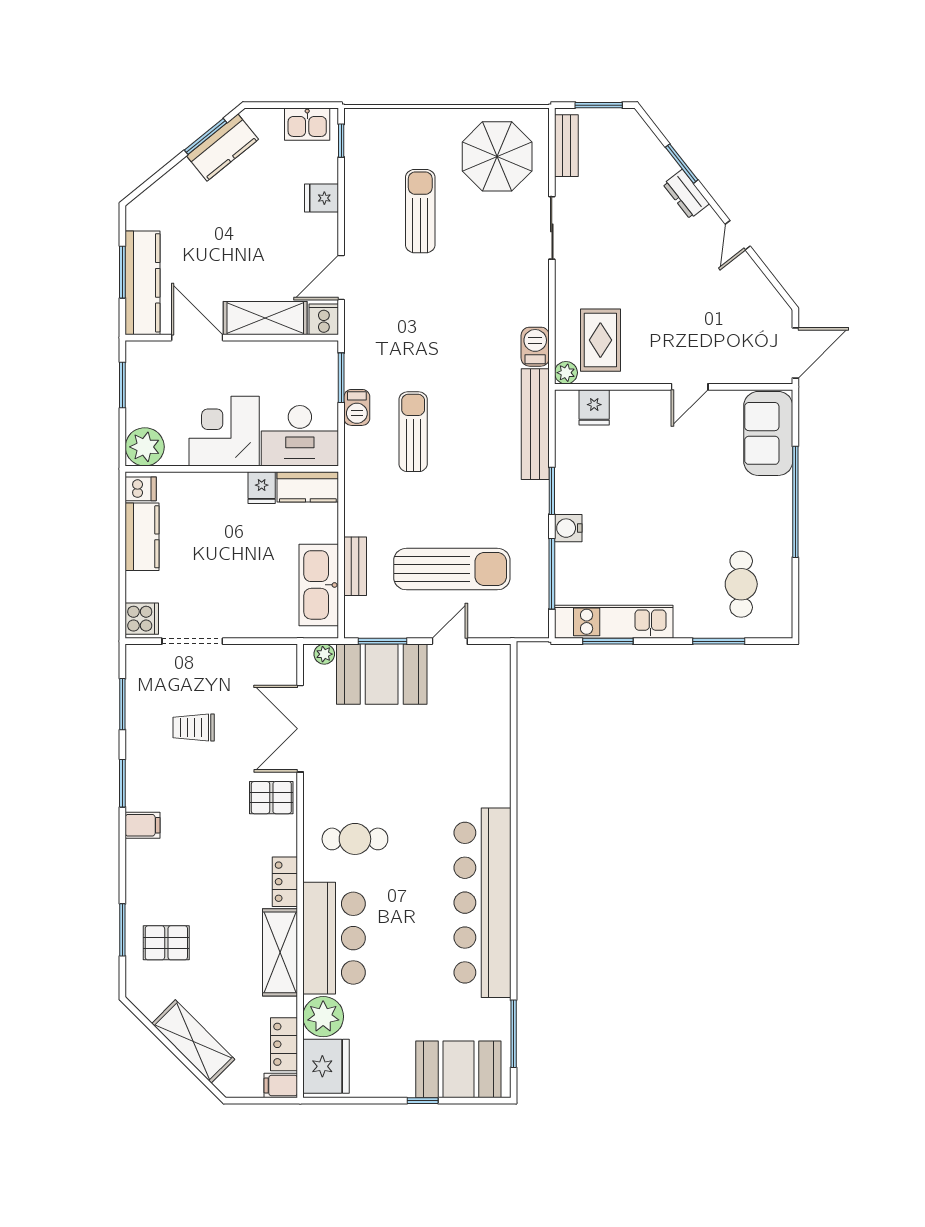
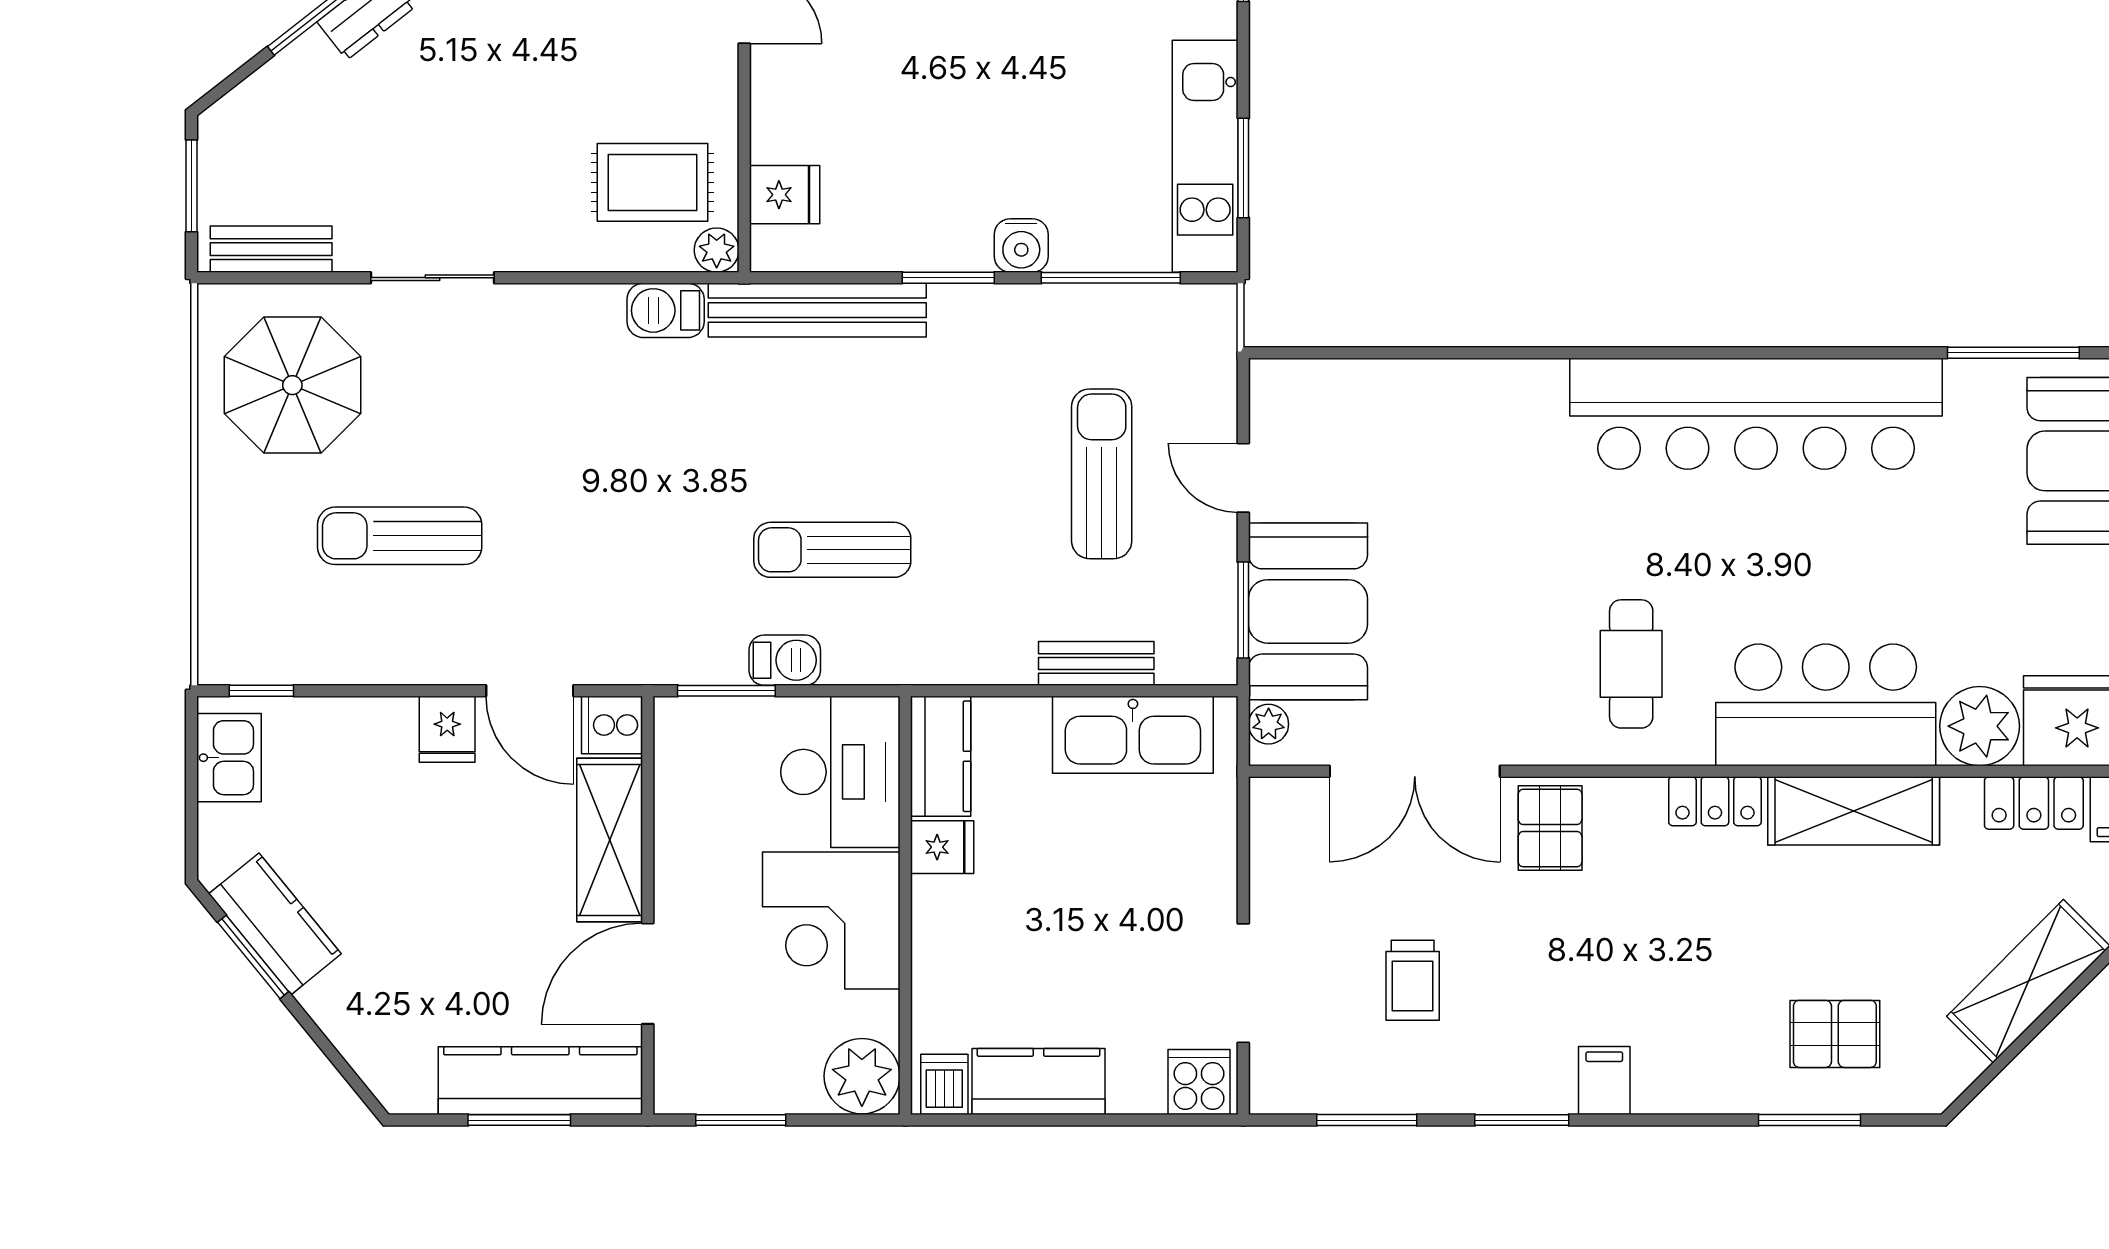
fridge: (322, 198) -> (447, 729), moved
sun lounger: (452, 569) -> (1102, 474), width x0.73, depth x0.75
pallet: (166, 943) -> (1835, 1034), turned 90

